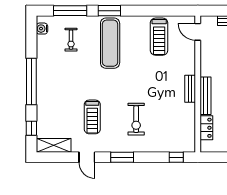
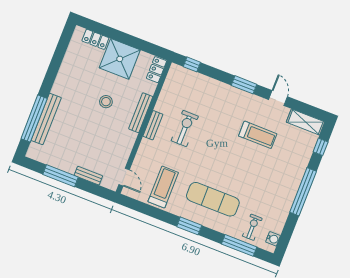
window: (109, 11) -> (189, 226), moved
exercise bike: (71, 40) -> (252, 227), moved
exercise mat: (110, 43) -> (213, 199), turned 90
treadmill: (92, 117) -> (258, 135), turned 90
exercise bike: (136, 119) -> (185, 129), moved
locker: (206, 128) -> (157, 70), moved

